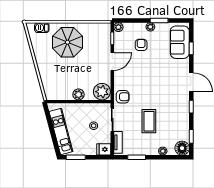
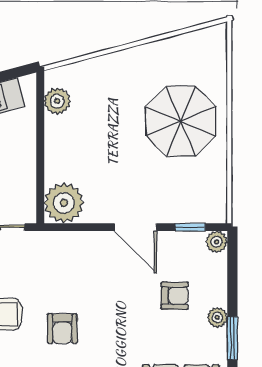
barbecue: (42, 28) -> (215, 60), removed
plant: (78, 94) -> (57, 101), moved
armchair: (123, 97) -> (62, 329), moved

